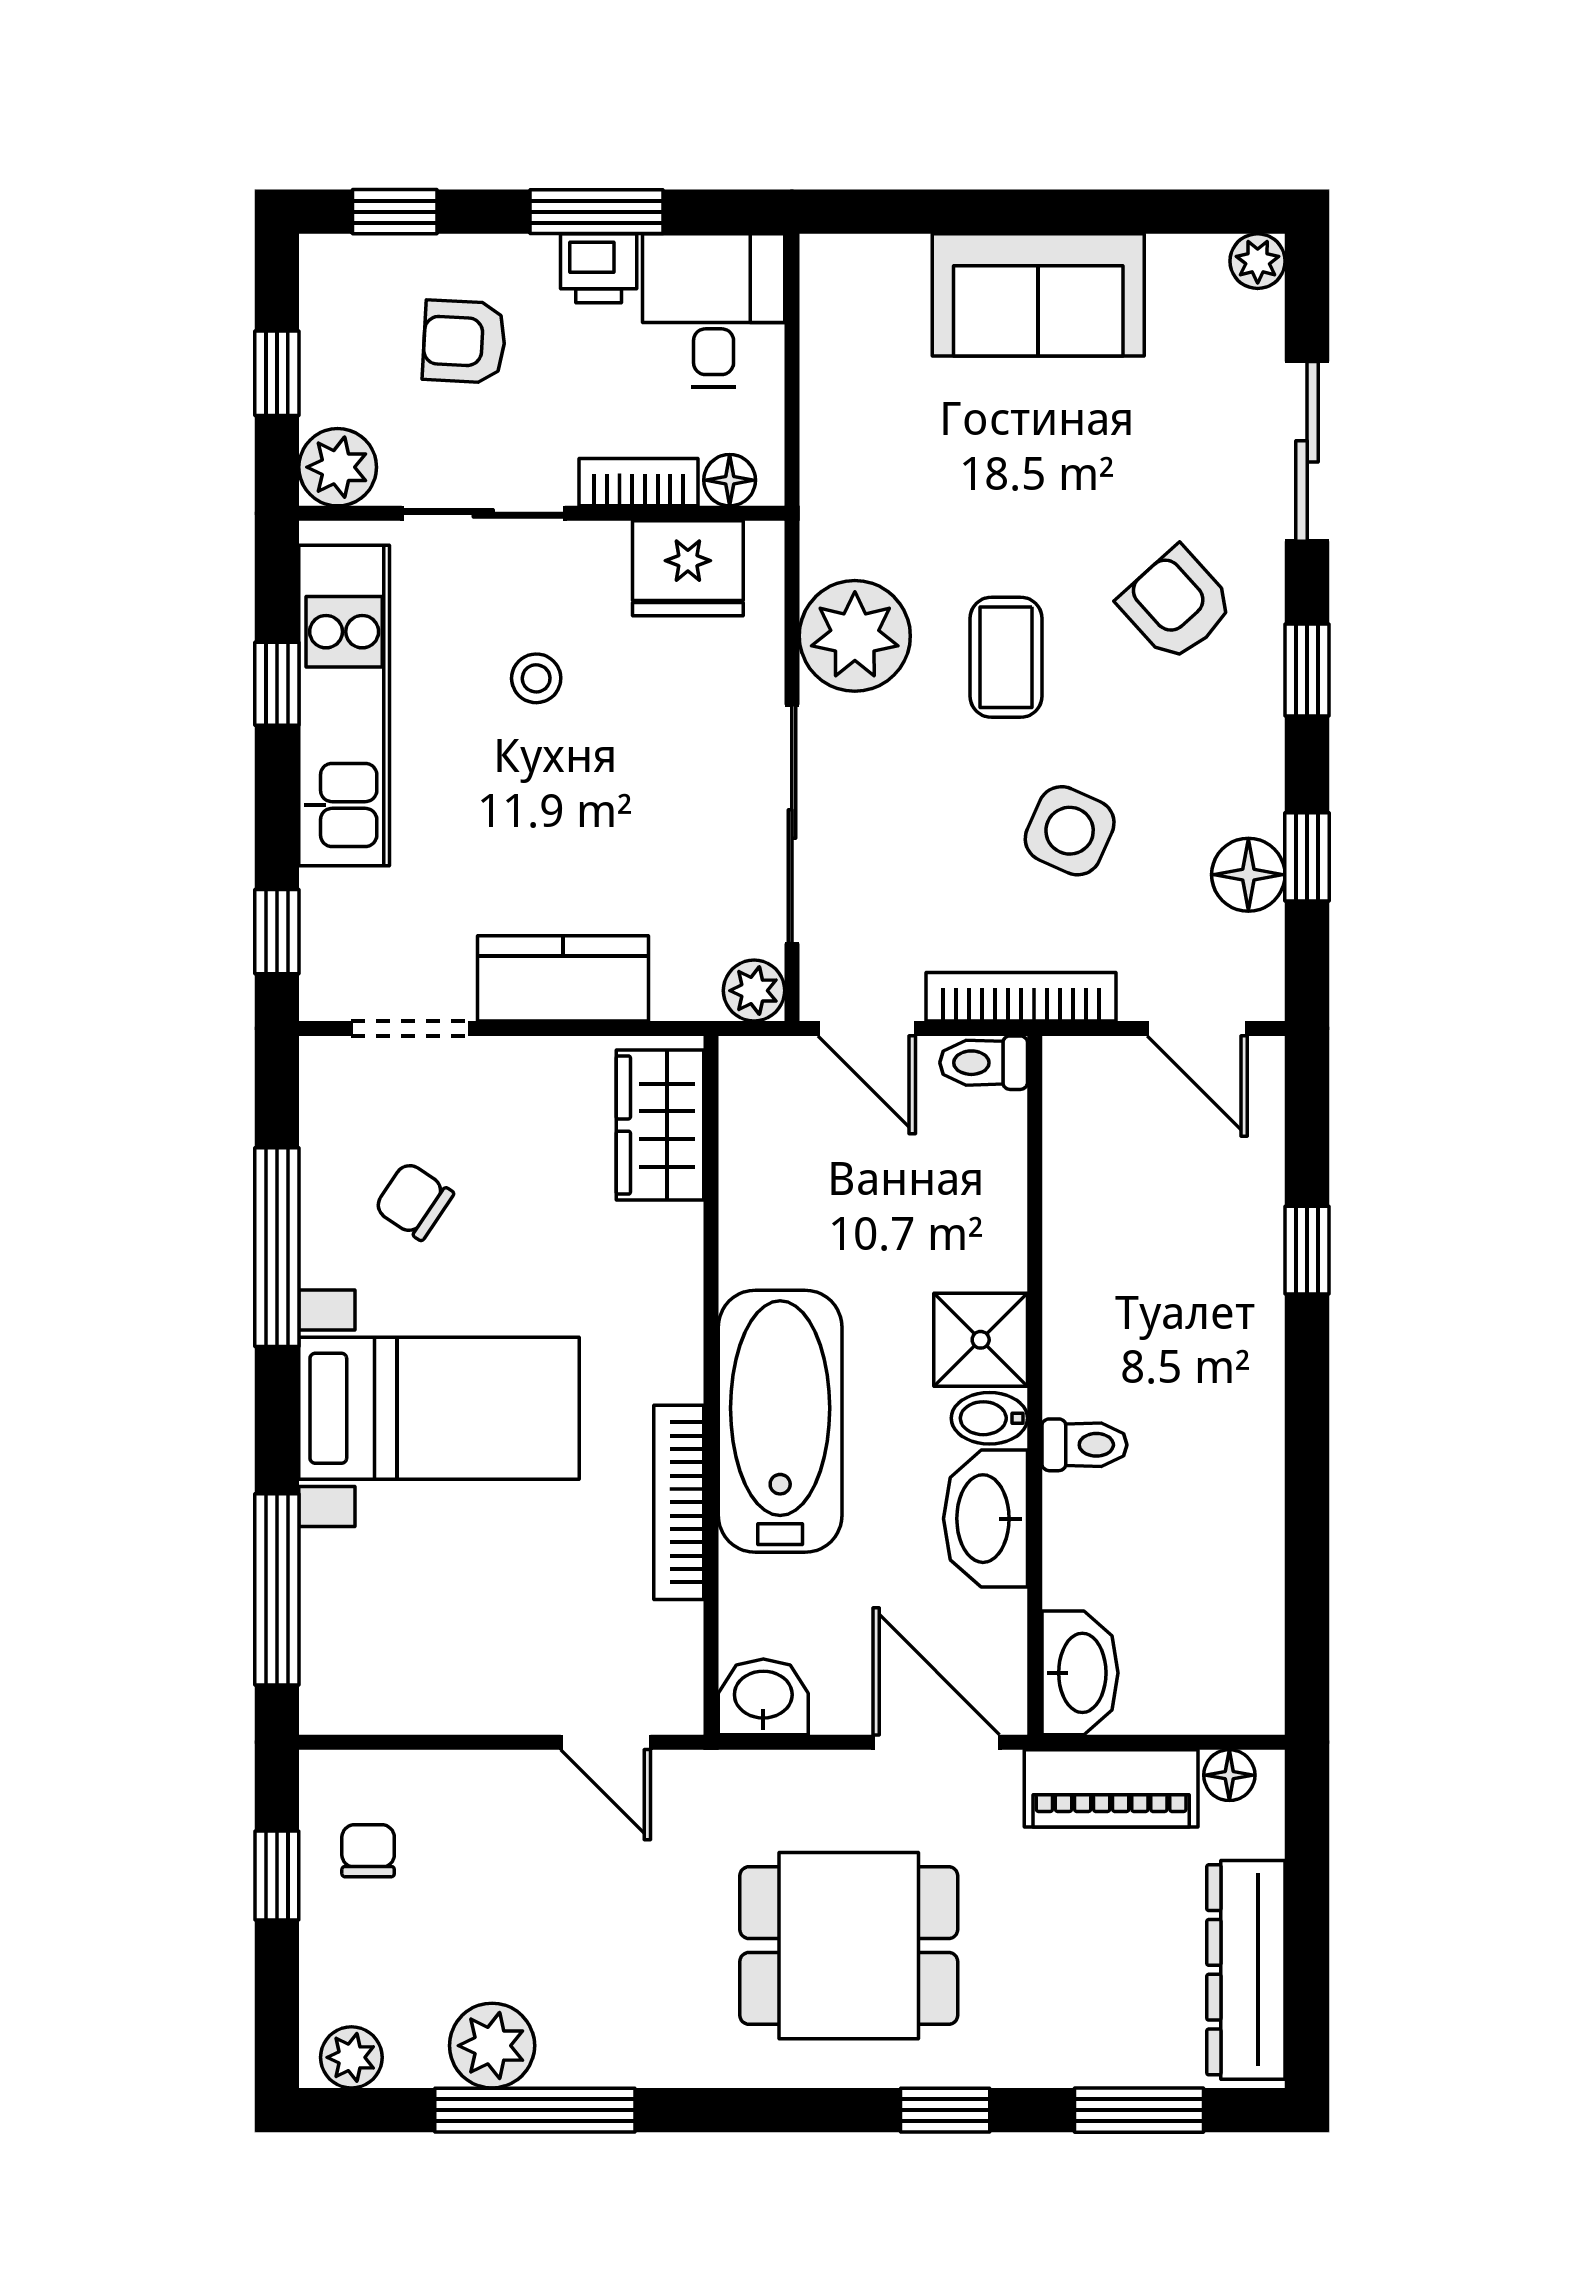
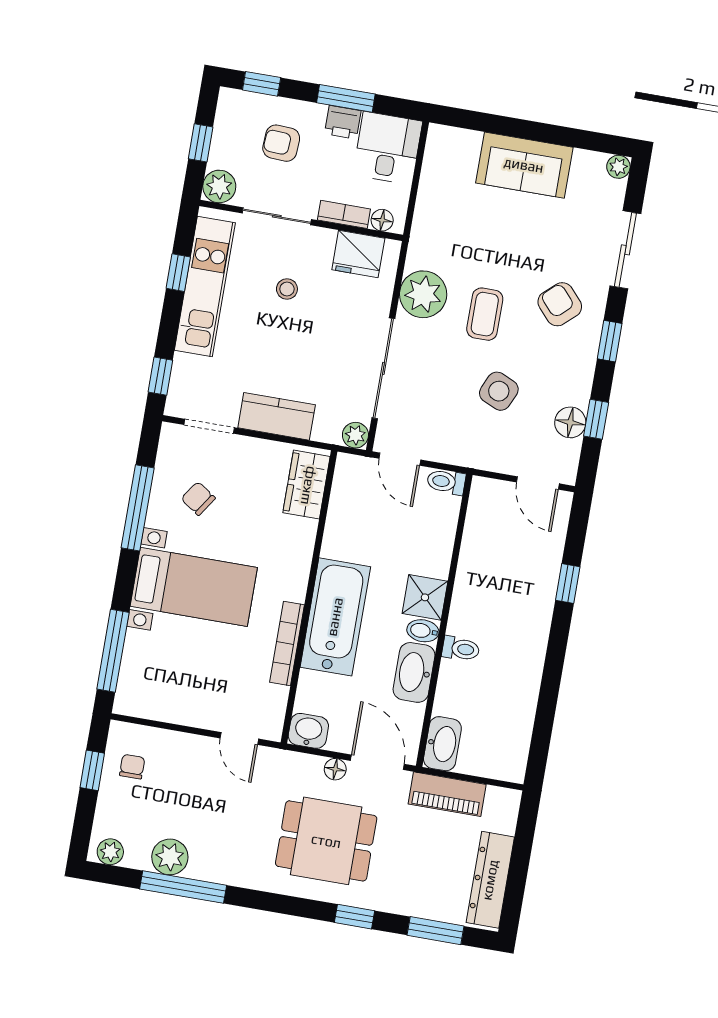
bookcase: (1021, 997) -> (467, 457), removed
floor lamp: (1229, 1775) -> (335, 769), moved

